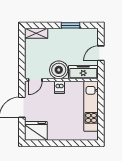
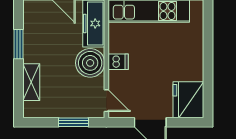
shelving: (36, 33) -> (31, 82), moved
window: (22, 59) -> (73, 122), added

